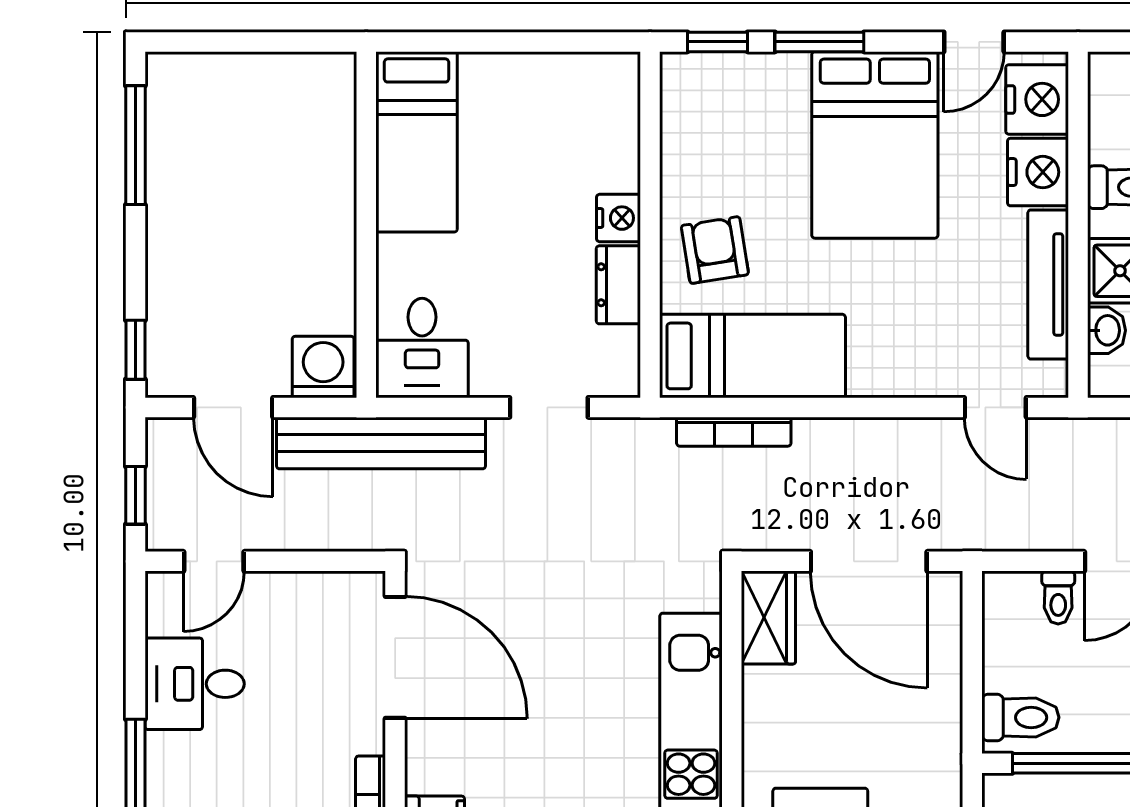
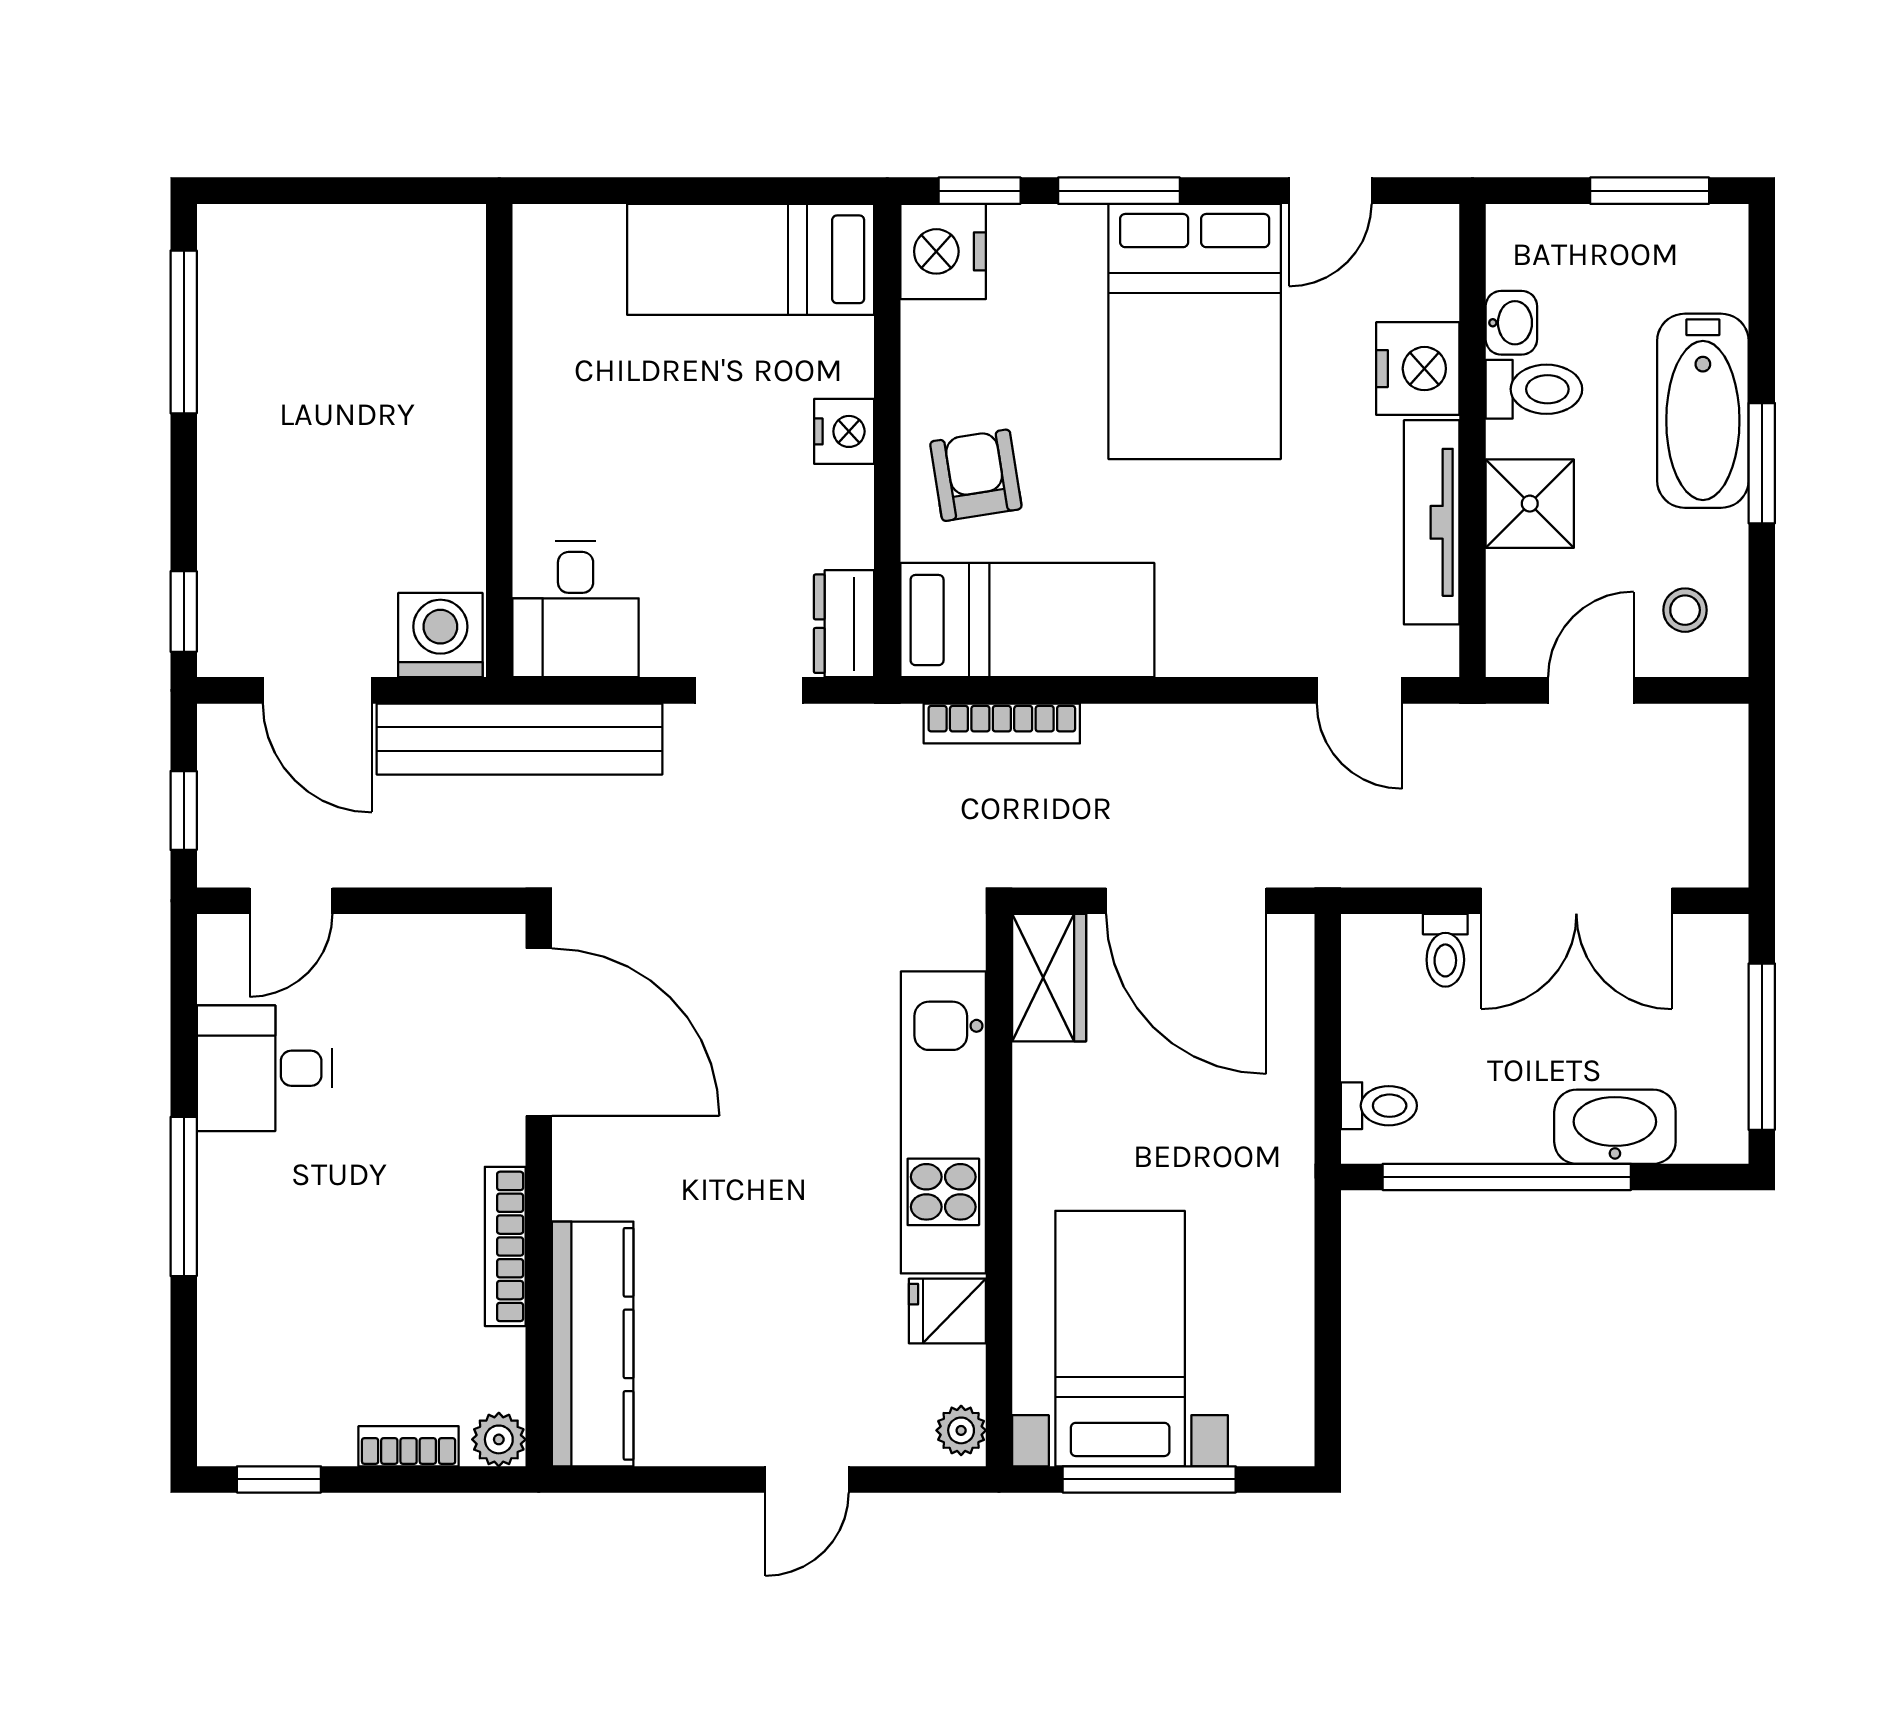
nightstand: (1037, 99) -> (943, 251), moved, turned 180
bed: (417, 142) -> (751, 259), moved, turned 90
dresser: (618, 285) -> (844, 624), moved
washbasin: (1106, 330) -> (1511, 323), moved
toilet: (1020, 717) -> (1379, 1106), width x0.73, depth x0.72

